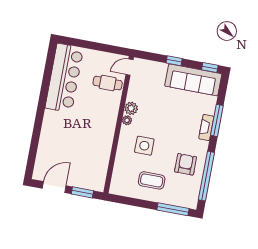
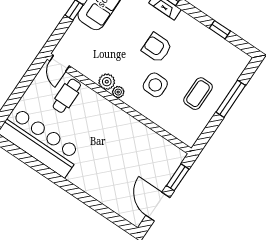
armchair: (186, 164) -> (157, 48), moved
window: (206, 176) -> (220, 30), width x0.32
window: (173, 209) -> (231, 99), moved

